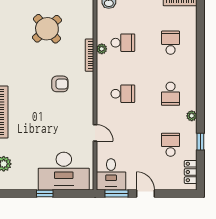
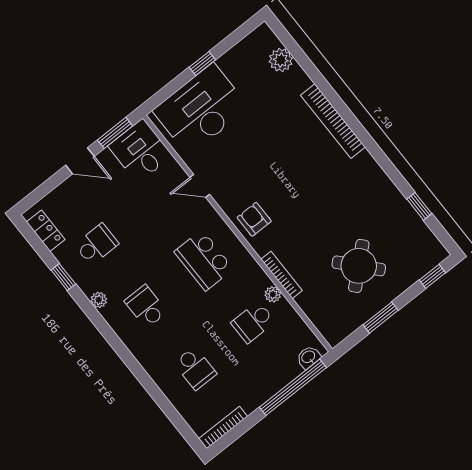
armchair: (60, 84) -> (254, 219), moved, turned 90
school desk: (123, 94) -> (204, 260), width x1.85
school desk: (171, 145) -> (96, 244), turned -90

